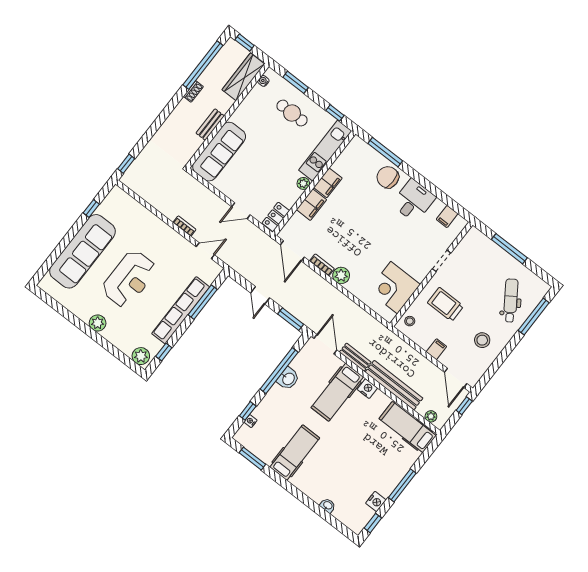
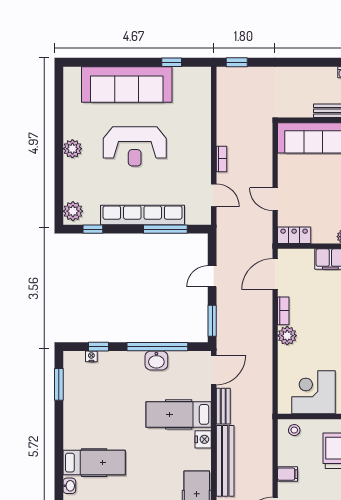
hospital bed: (295, 453) -> (94, 463), moved

